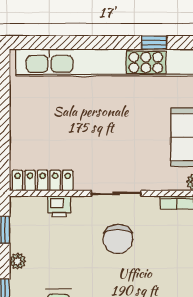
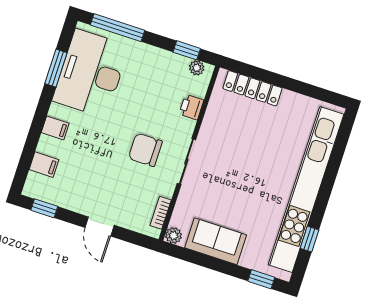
locker: (43, 181) -> (252, 88), moved, turned 90
plant: (18, 261) -> (197, 68), moved

